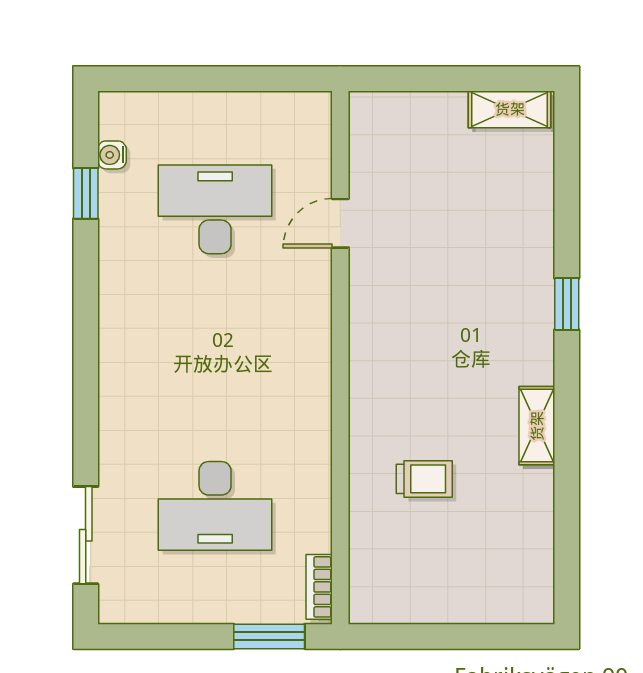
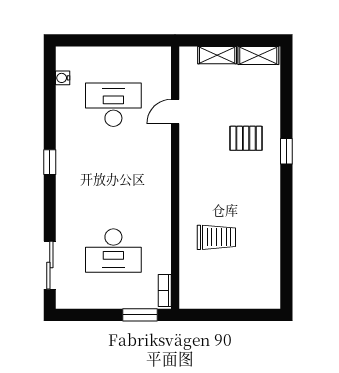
window: (86, 193) -> (50, 162), moved
pallet: (485, 278) -> (246, 138), added
shelving: (537, 426) -> (217, 55), moved, turned 90
trolley: (424, 479) -> (216, 237), width x1.36, depth x1.39

